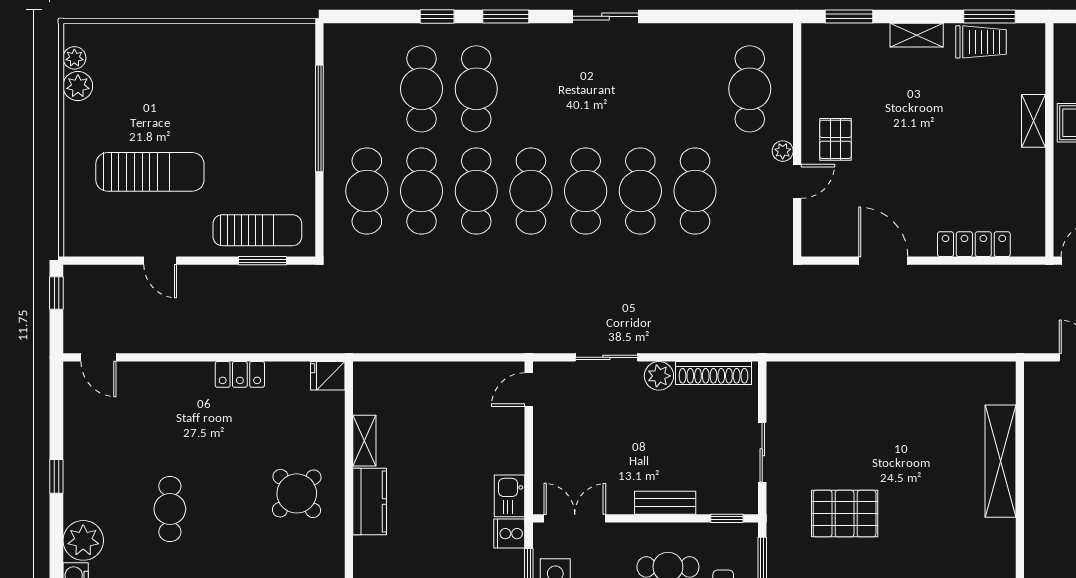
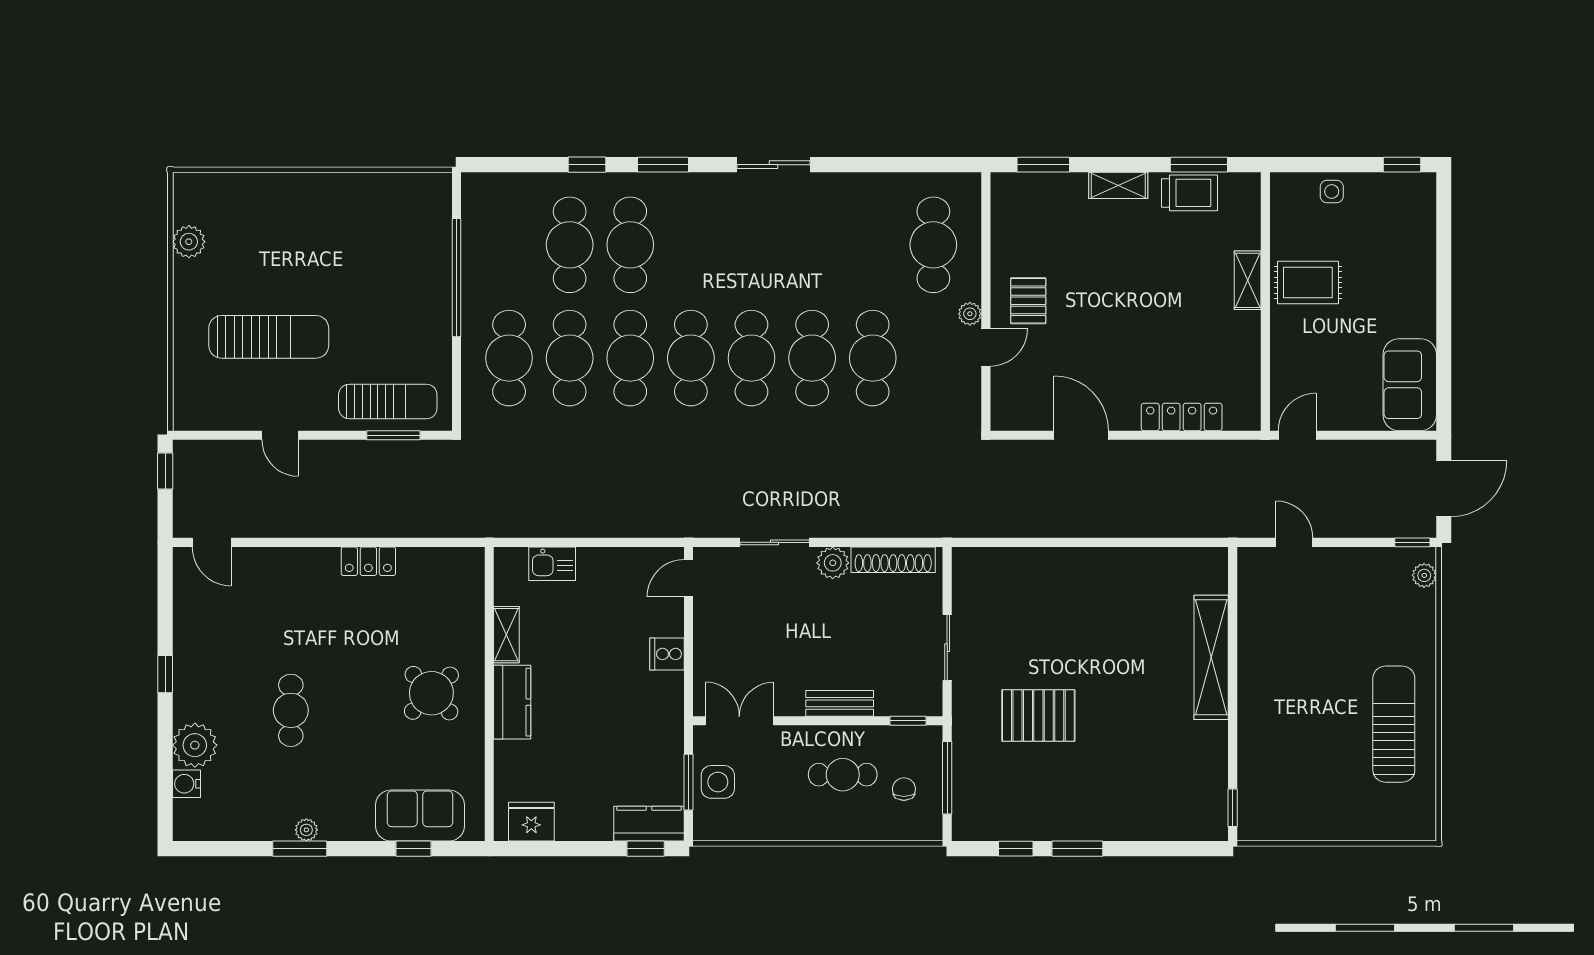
plant: (74, 58) -> (185, 211), removed
fridge: (328, 376) -> (466, 563), removed
kitchen sink: (510, 496) -> (552, 564), moved, turned -90
cooker: (509, 534) -> (667, 654), moved

